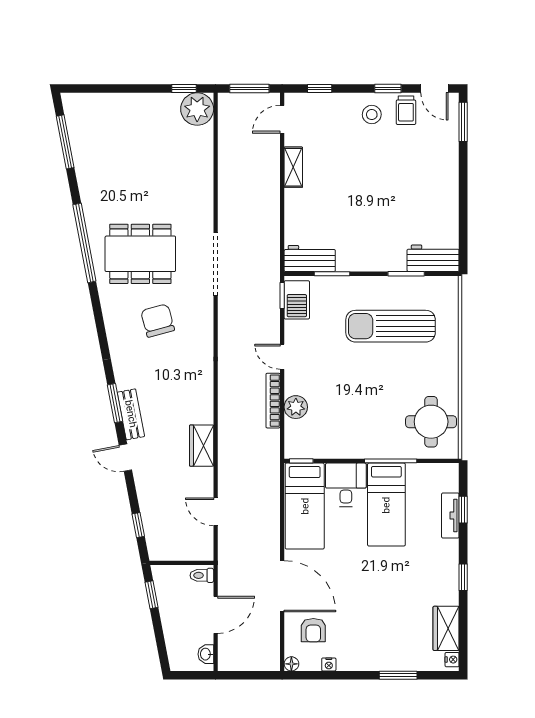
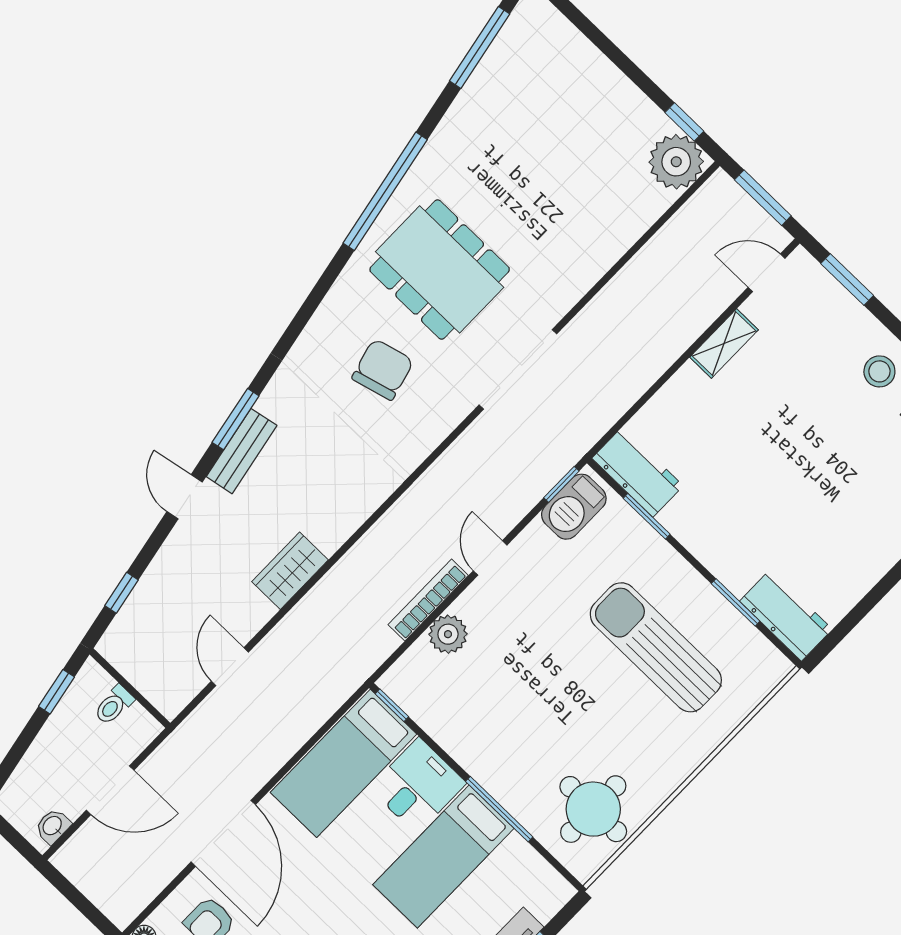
window: (320, 89) -> (847, 280), width x1.50
toilet: (202, 575) -> (114, 705), moved, turned -90

